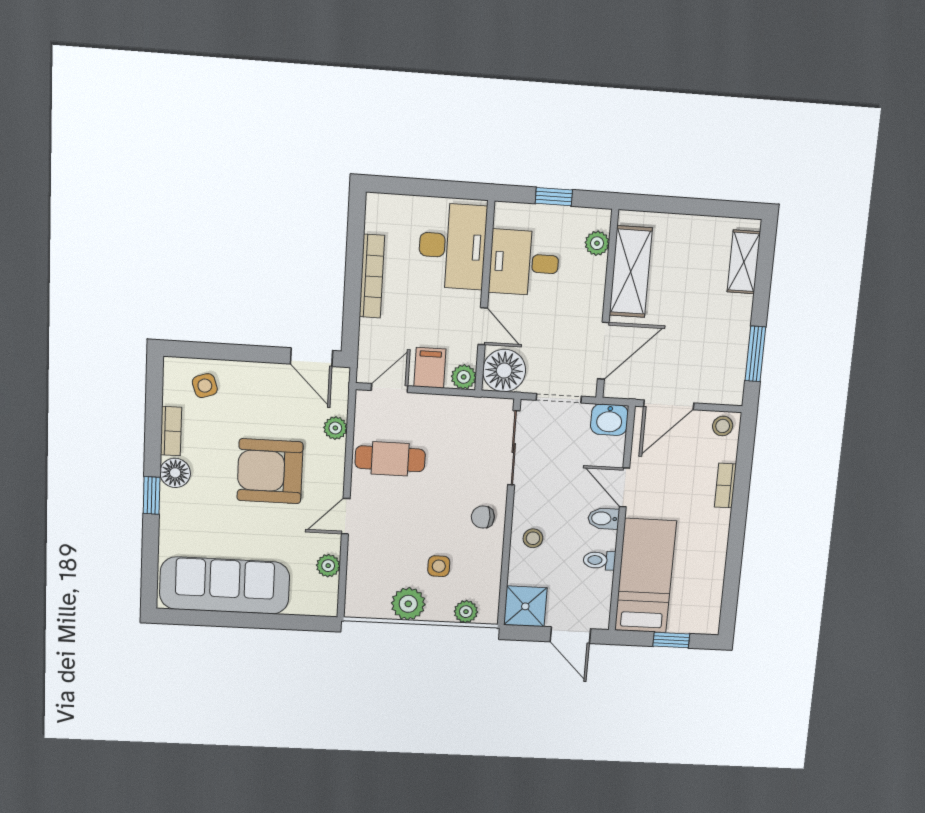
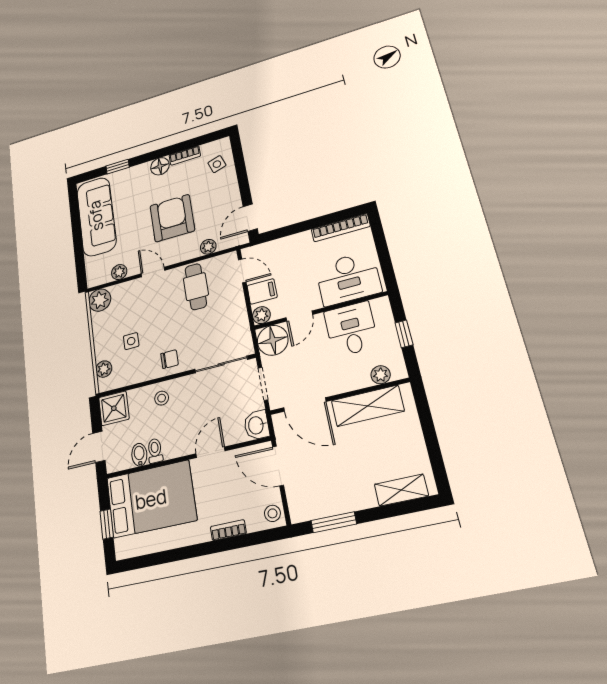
bookcase: (372, 276) -> (341, 228), moved
window: (152, 495) -> (118, 167), moved
chair: (483, 517) -> (169, 359), turned 90
bidet: (603, 518) -> (139, 455), moved
bed: (645, 576) -> (151, 499), width x1.50
plant: (408, 604) -> (100, 300), moved

